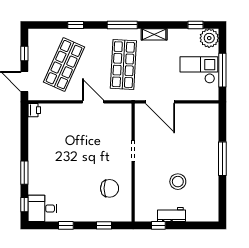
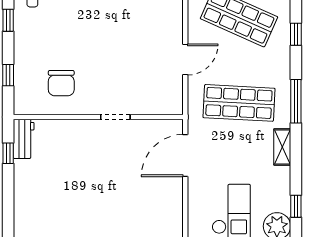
stool: (178, 182) -> (71, 181), removed
workbench: (171, 215) -> (24, 139), moved

